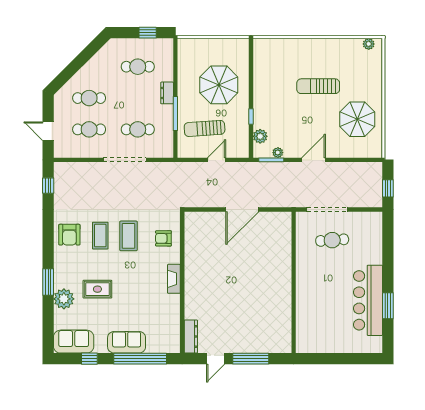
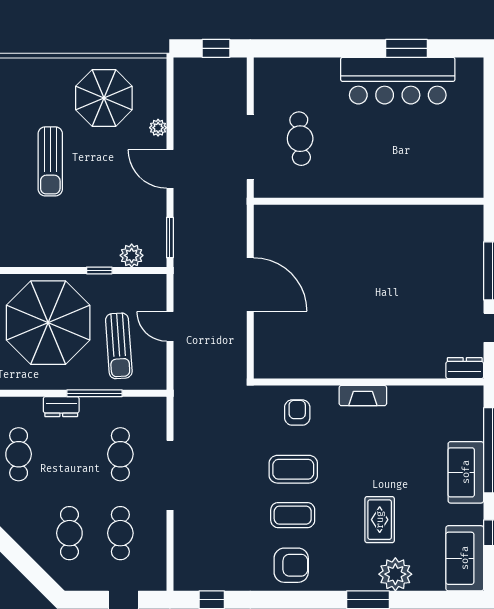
parasol: (219, 85) -> (48, 323), width x1.36, depth x1.36
plant: (278, 153) -> (158, 128), moved
armchair: (163, 238) -> (297, 413), turned 180
dresser: (191, 337) -> (465, 368), width x0.70

